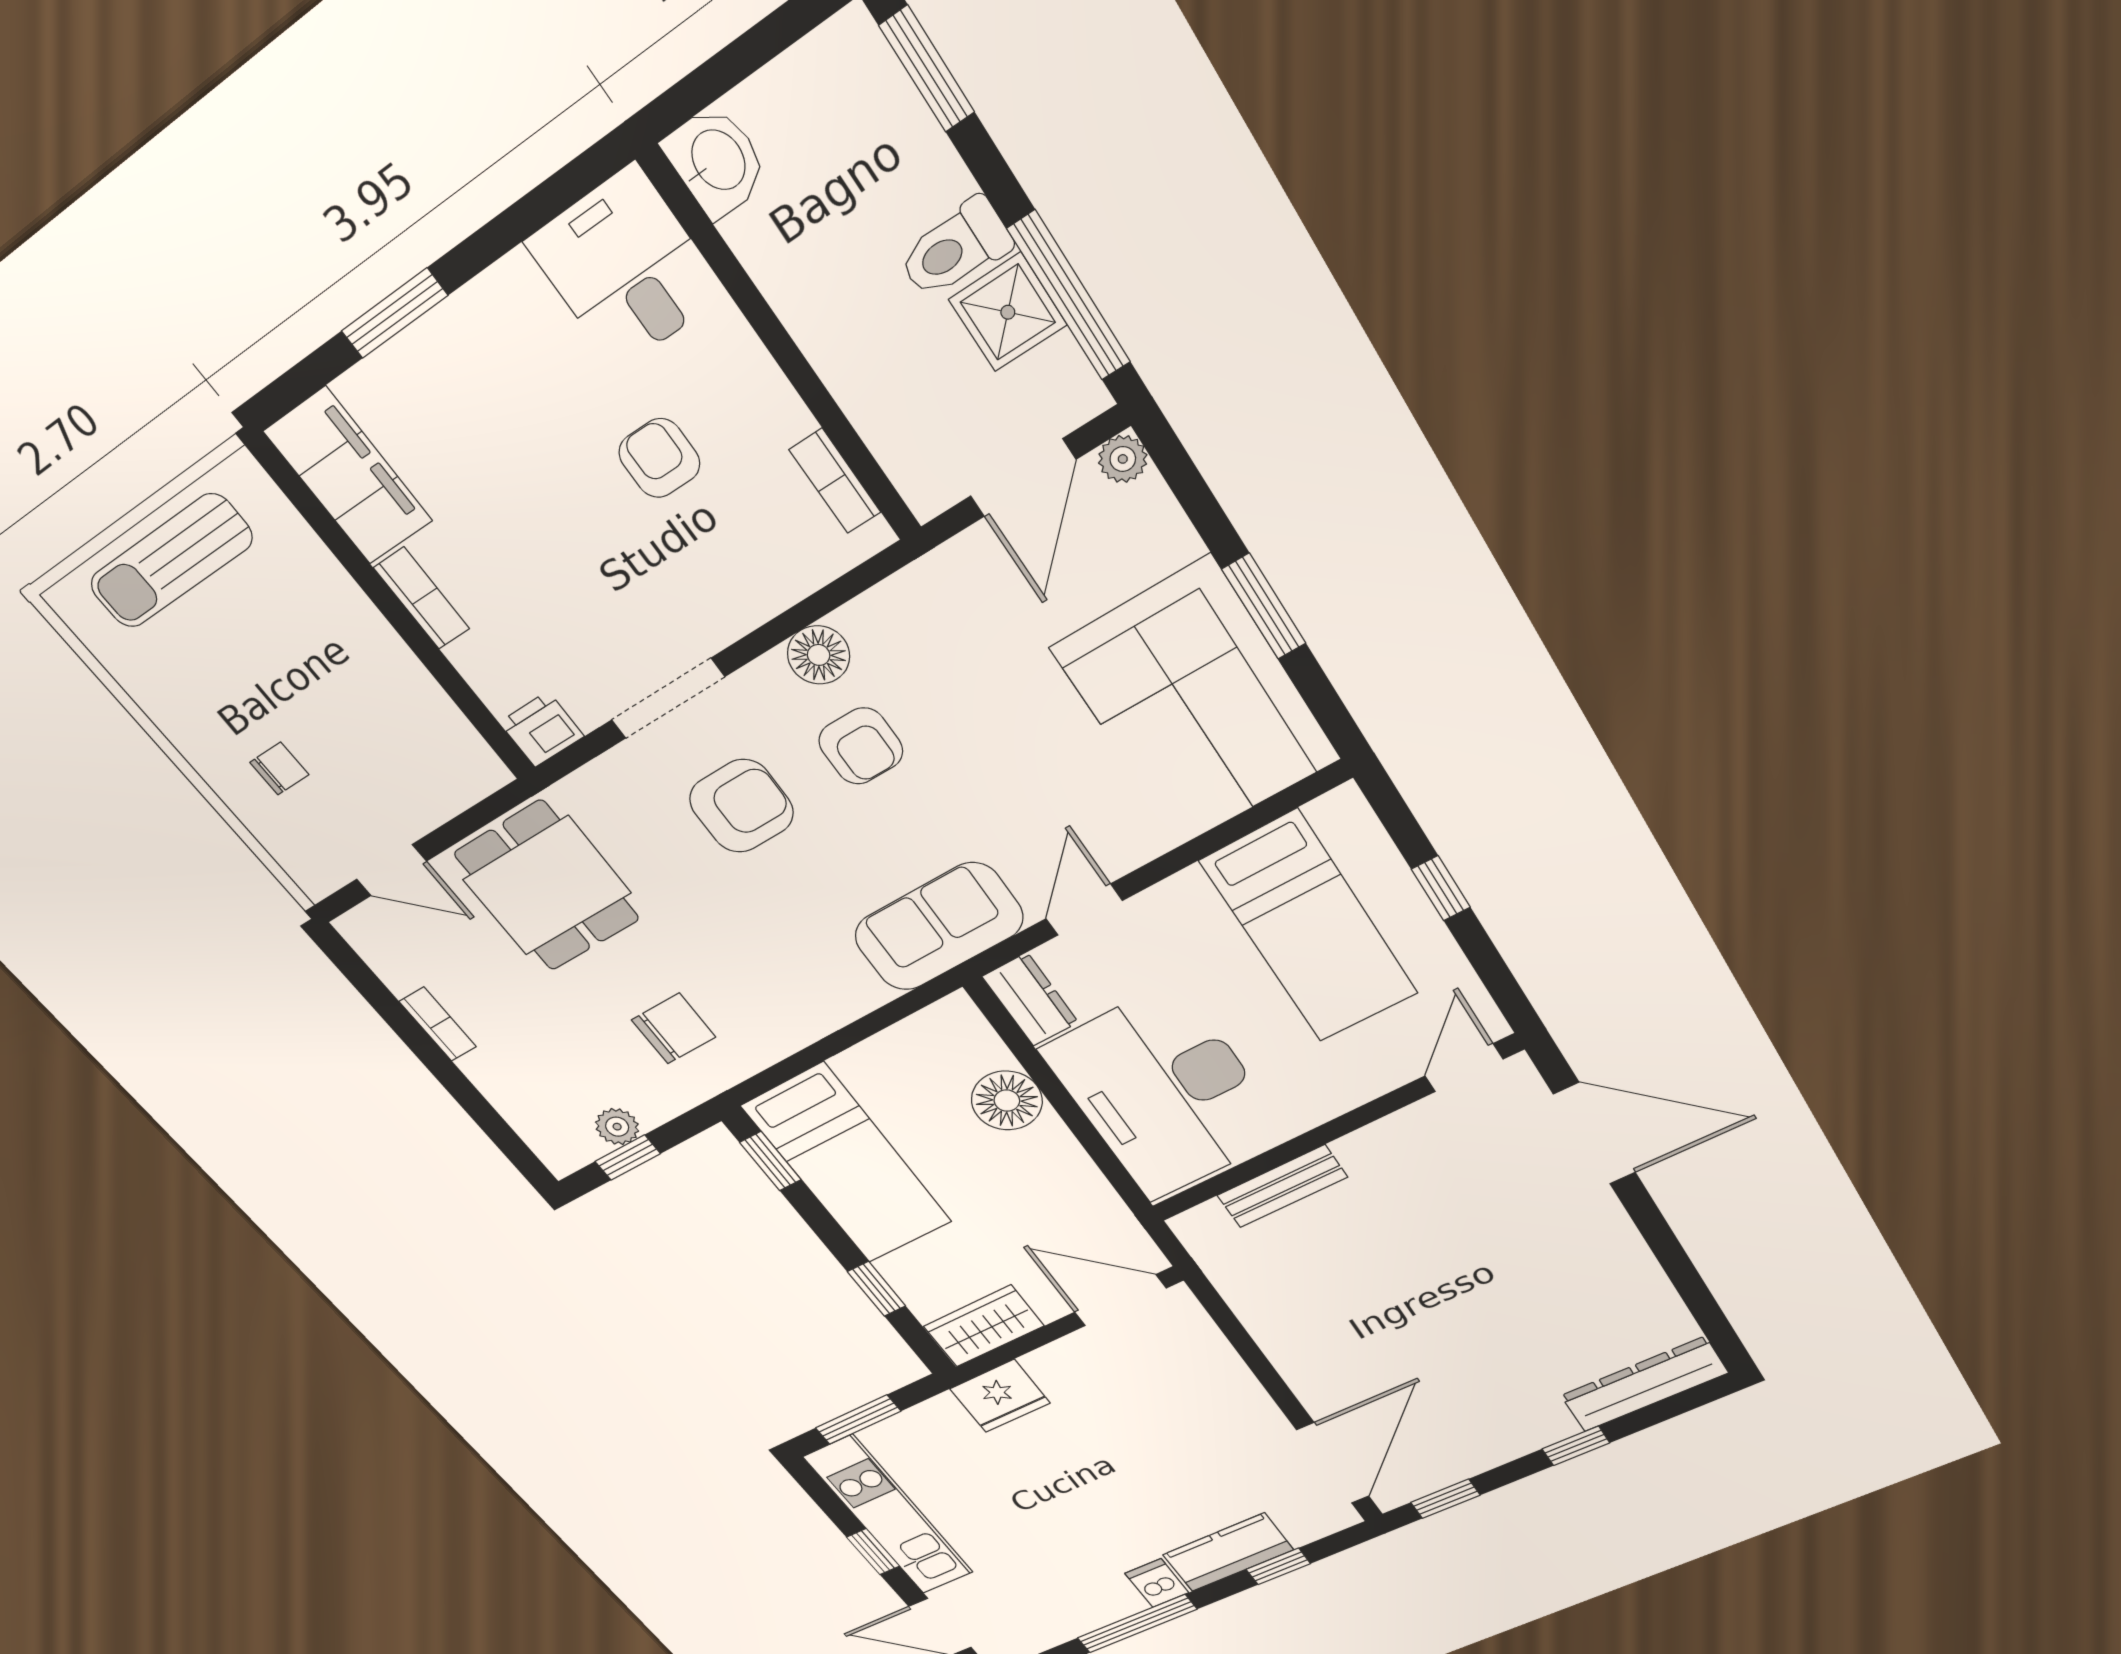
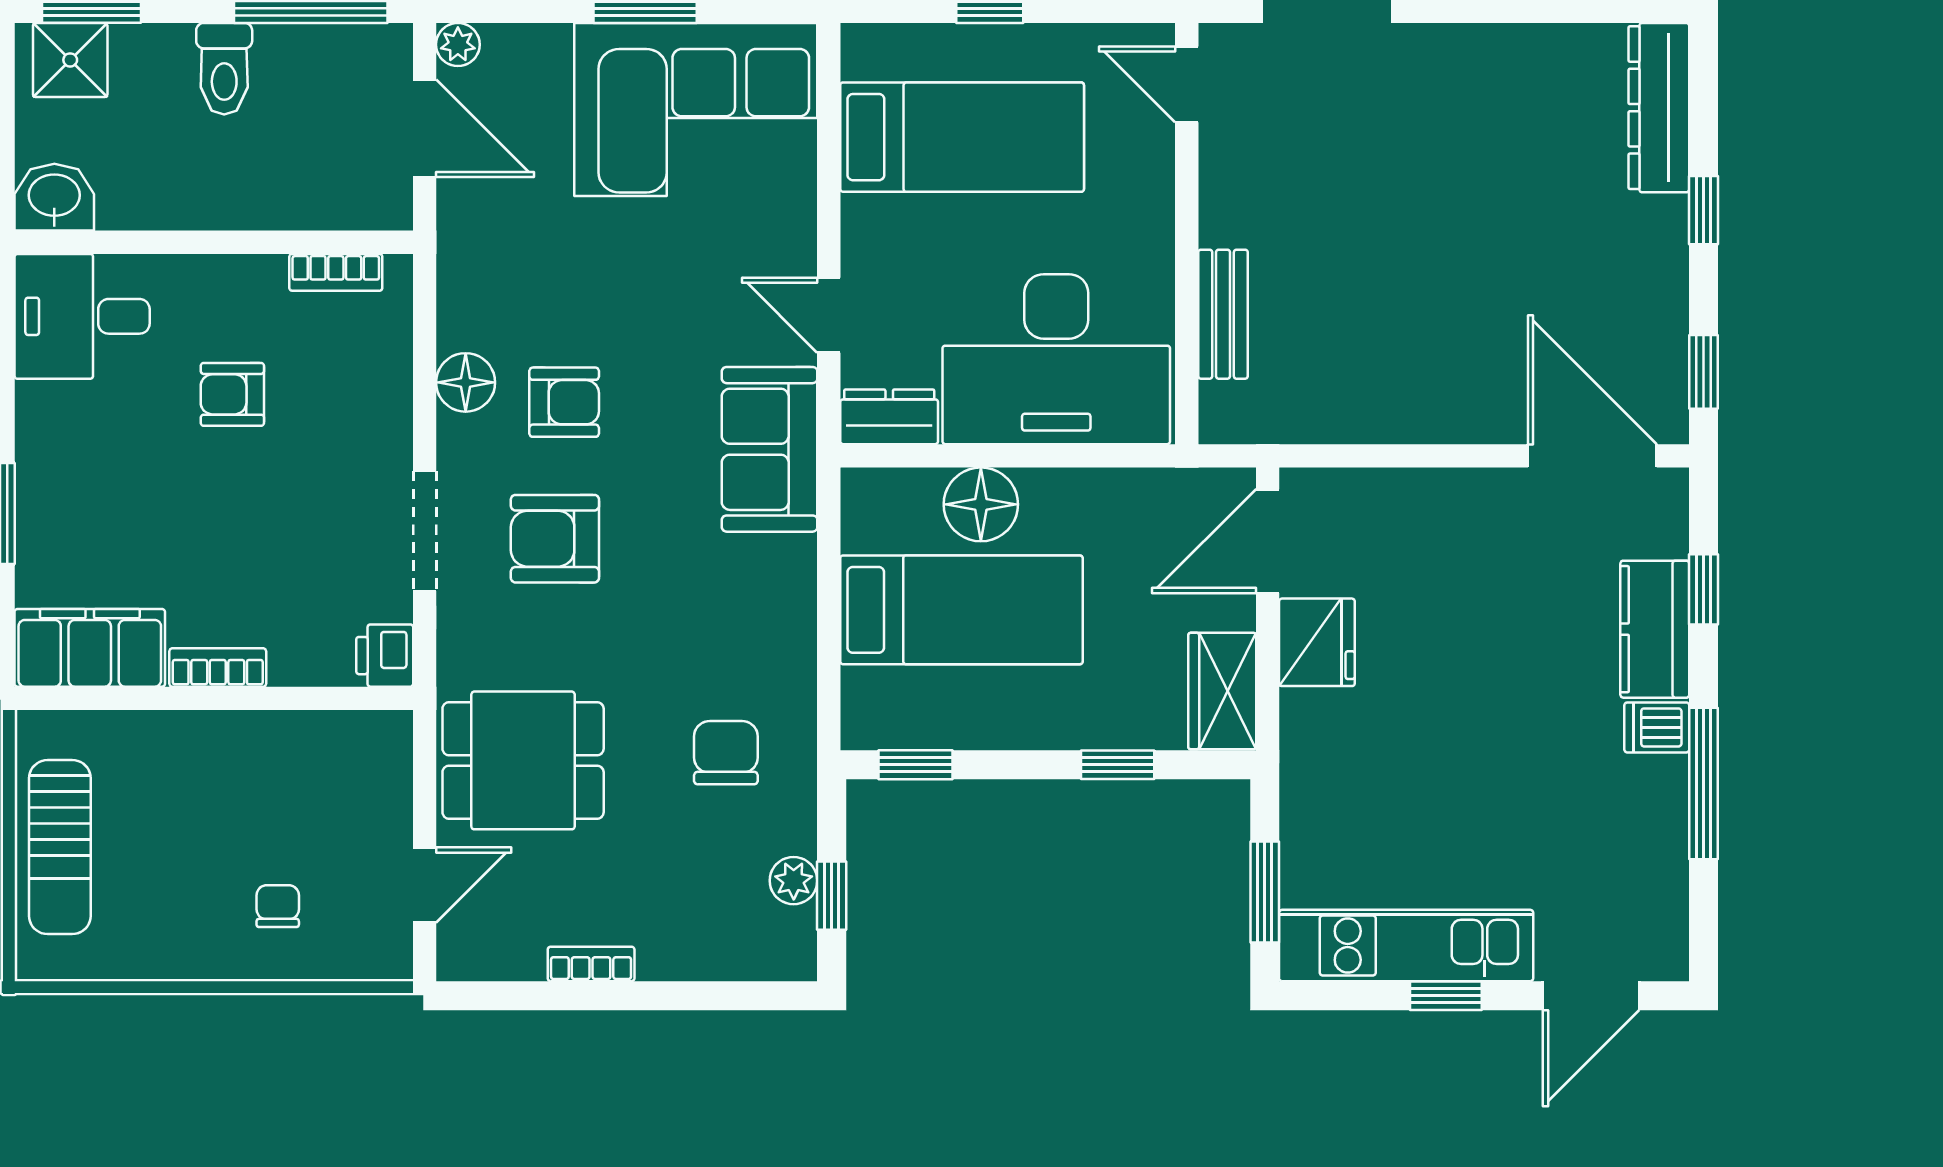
shower: (1008, 312) -> (70, 60), moved
armchair: (741, 806) -> (555, 539), turned -90
bed: (847, 1164) -> (961, 610), moved
fridge: (1000, 1396) -> (1317, 642), moved

